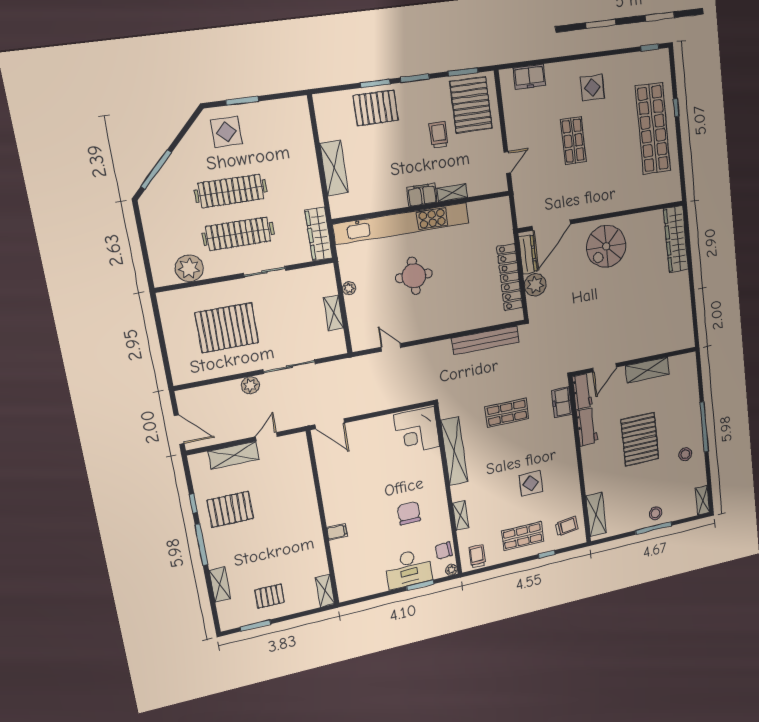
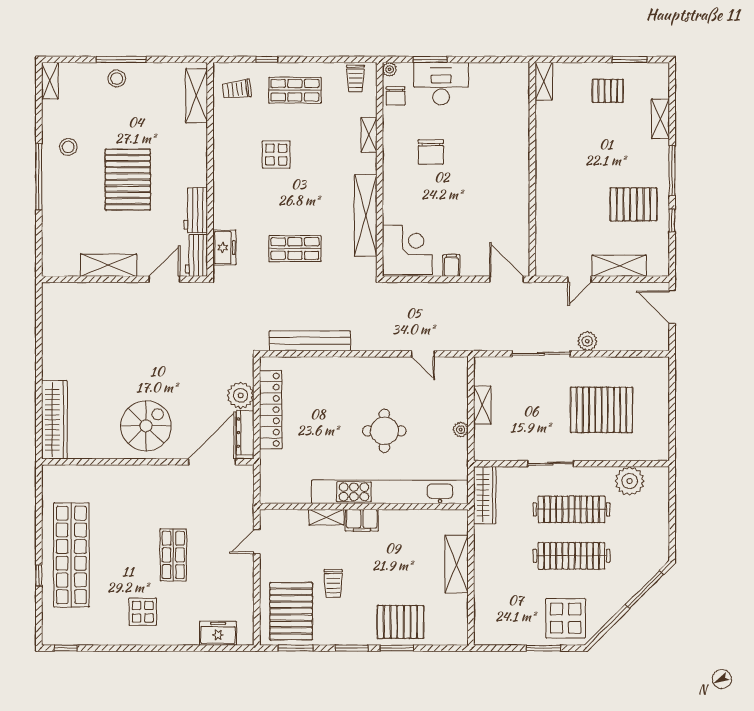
display table: (226, 132) -> (566, 618), width x1.36, depth x1.36
filing cabinet: (337, 532) -> (451, 265), moved, turned 90
chair: (444, 551) -> (396, 96), turned 94

